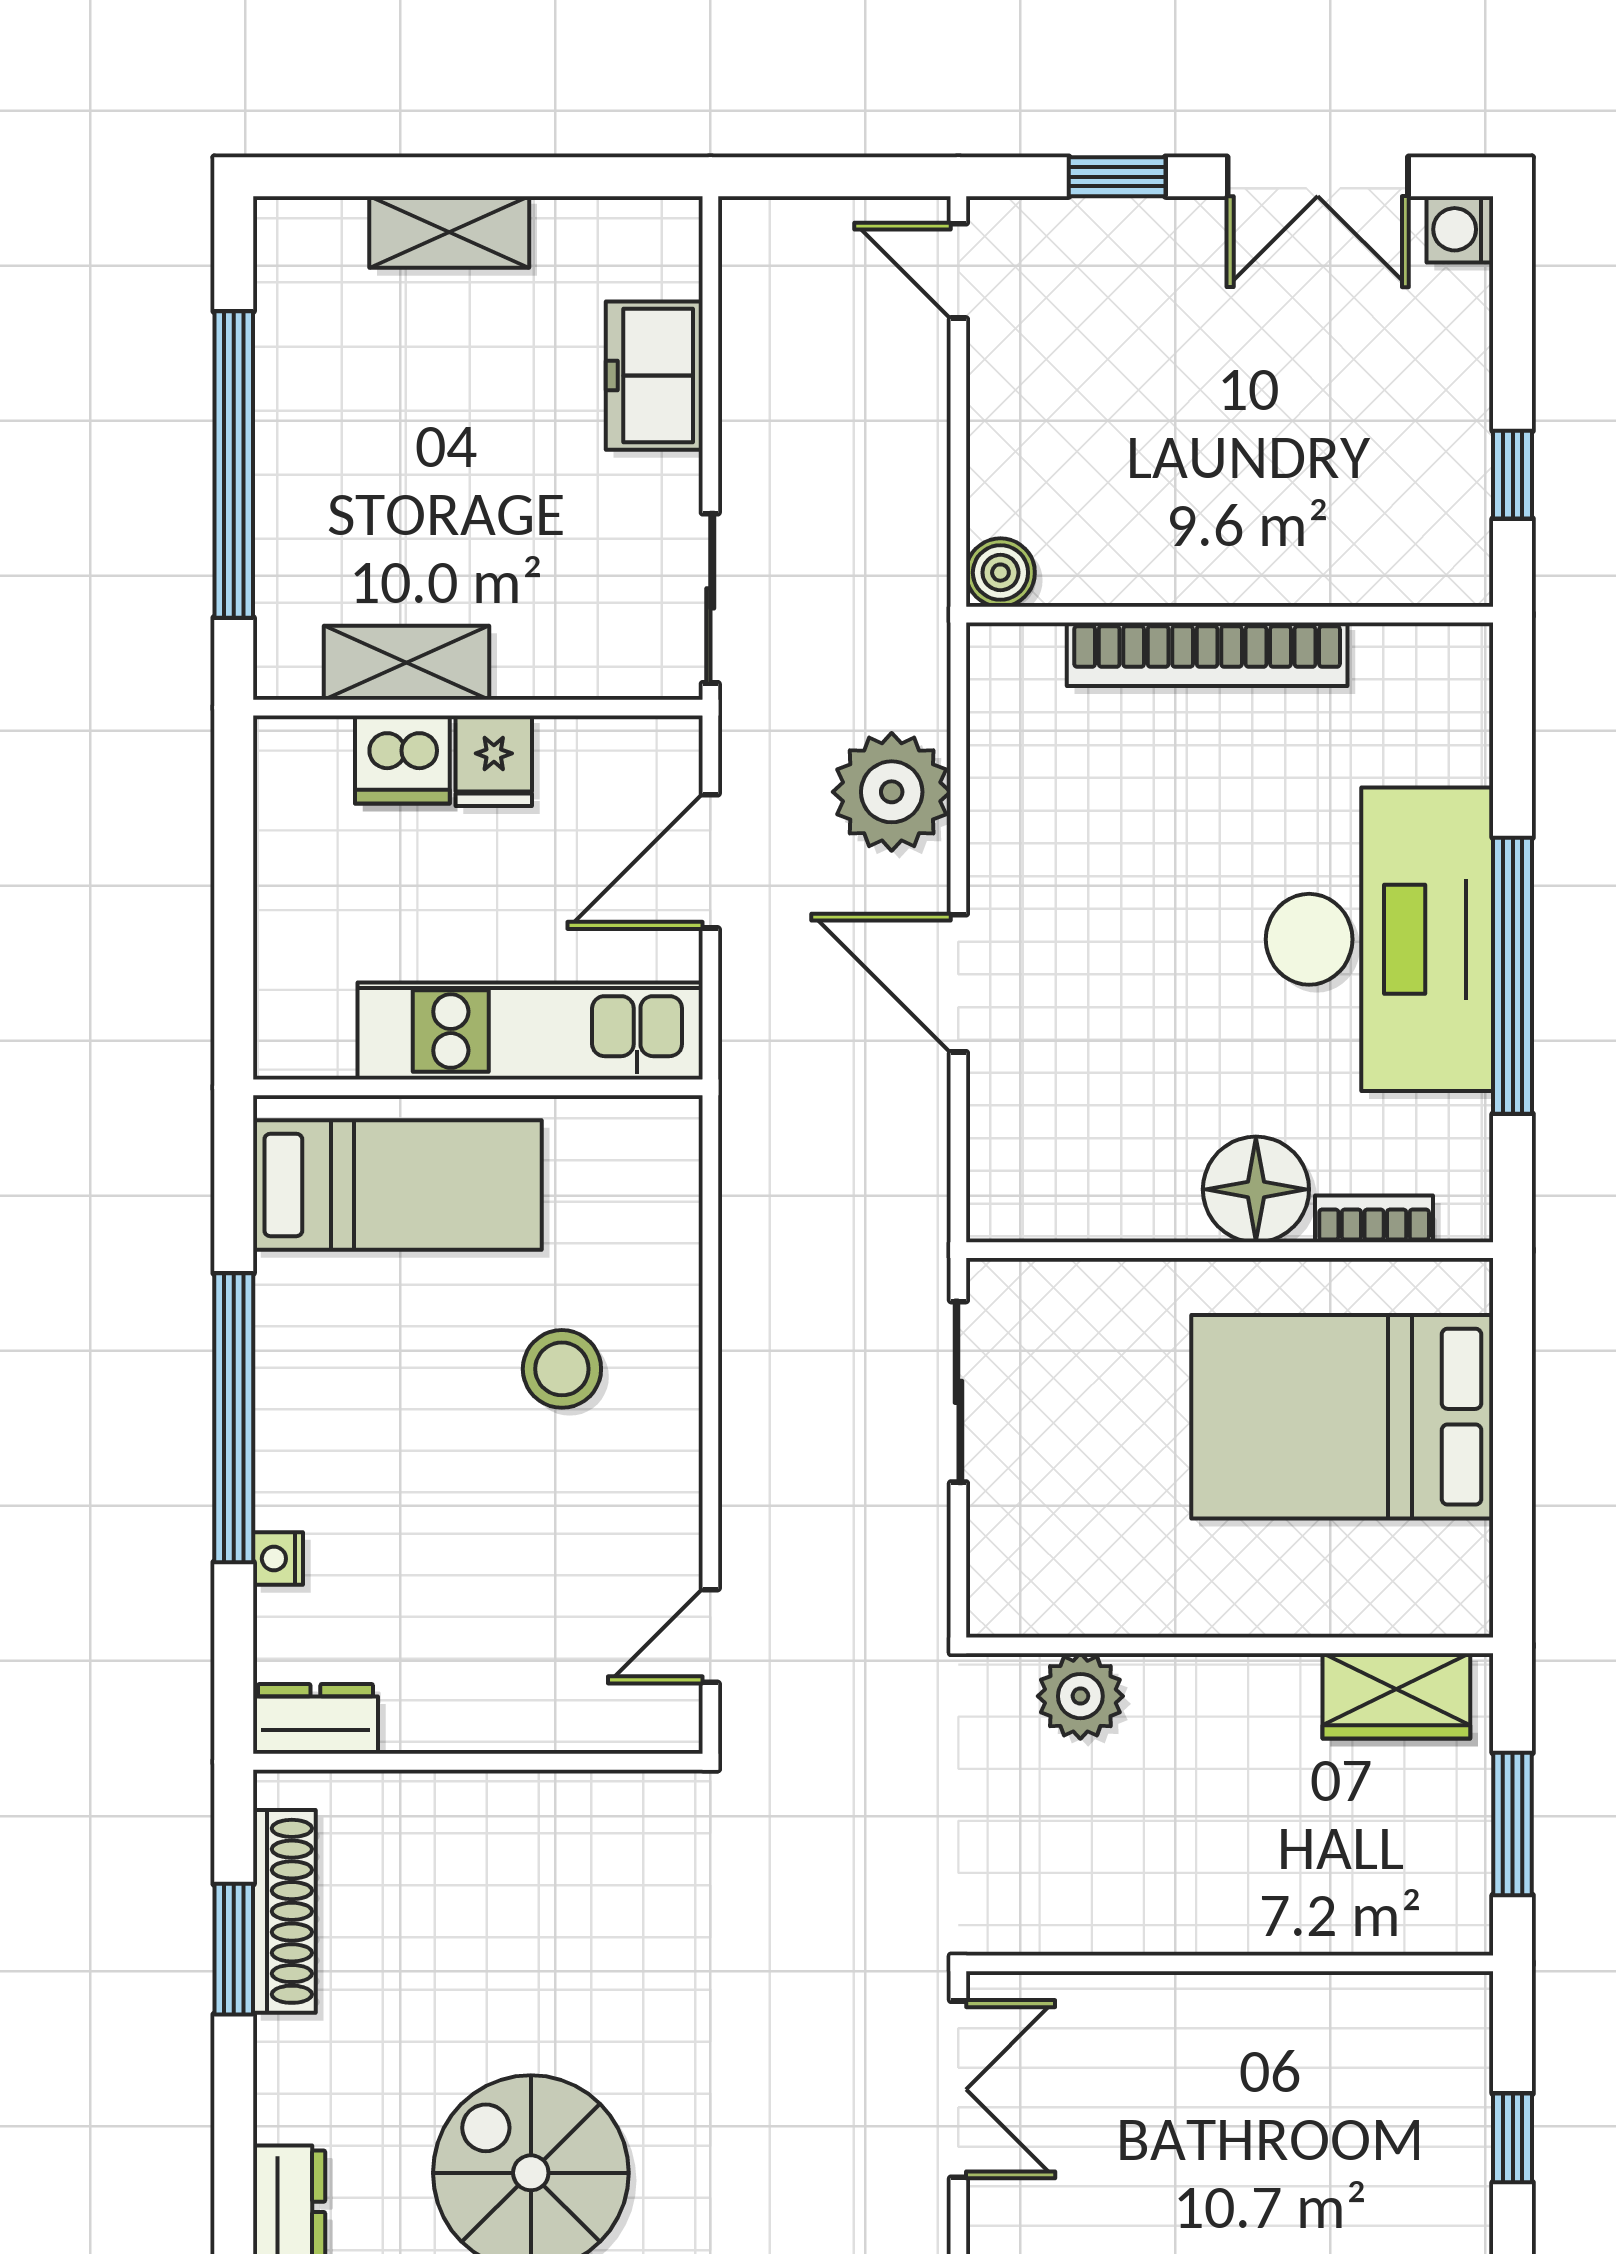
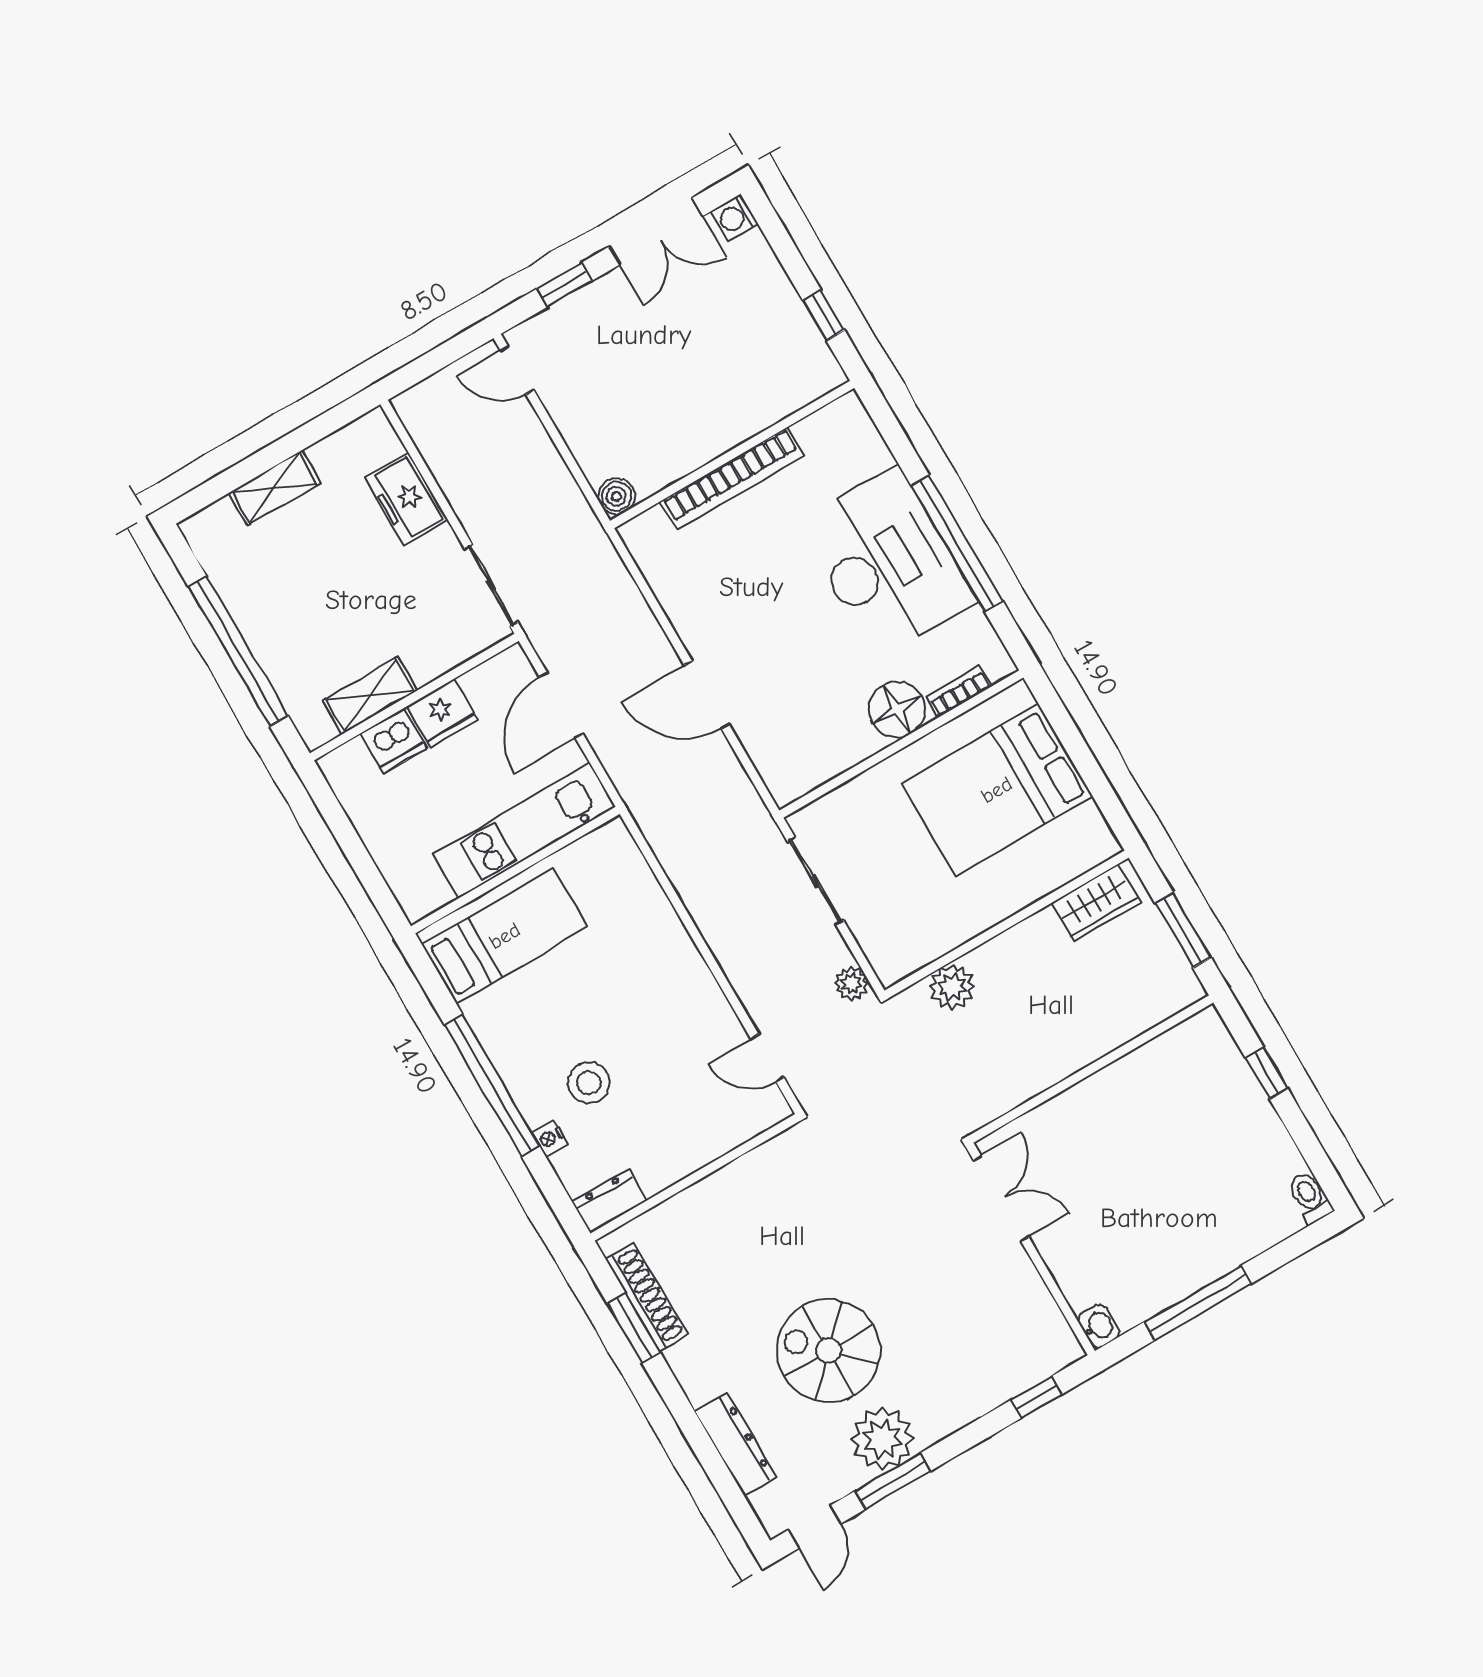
fridge: (494, 761) -> (442, 713), width x1.38
plant: (892, 792) -> (851, 983), moved, width x0.53, depth x0.53
stool: (562, 1369) -> (589, 1083), moved
door: (710, 1636) -> (767, 1058), hinge flipped

